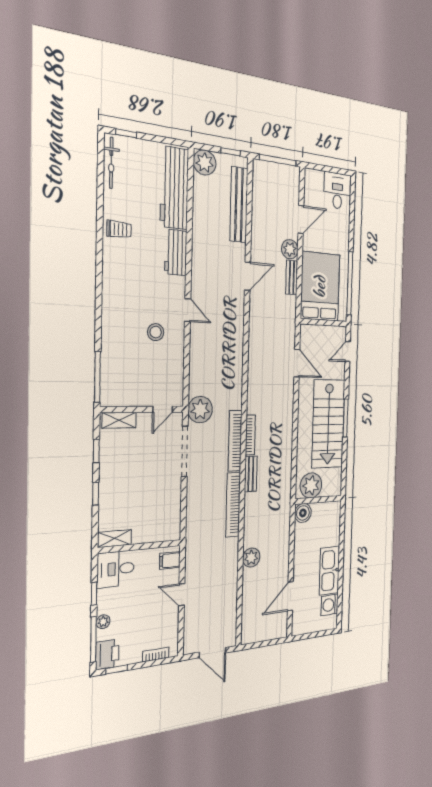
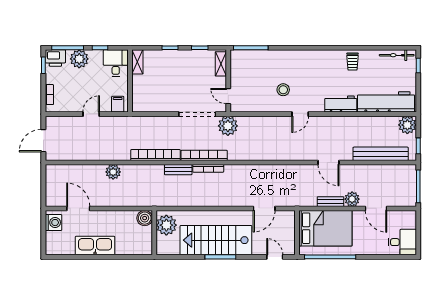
washing machine: (330, 605) -> (53, 223), moved, turned 90
plant: (103, 622) -> (79, 59), width x1.88, depth x1.88

